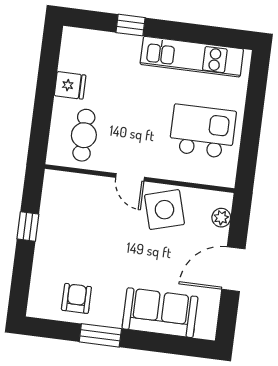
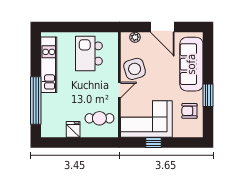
window: (130, 25) -> (36, 100), width x3.17
corner sofa: (72, 219) -> (146, 119), added
sofa: (160, 313) -> (191, 64), width x1.36

